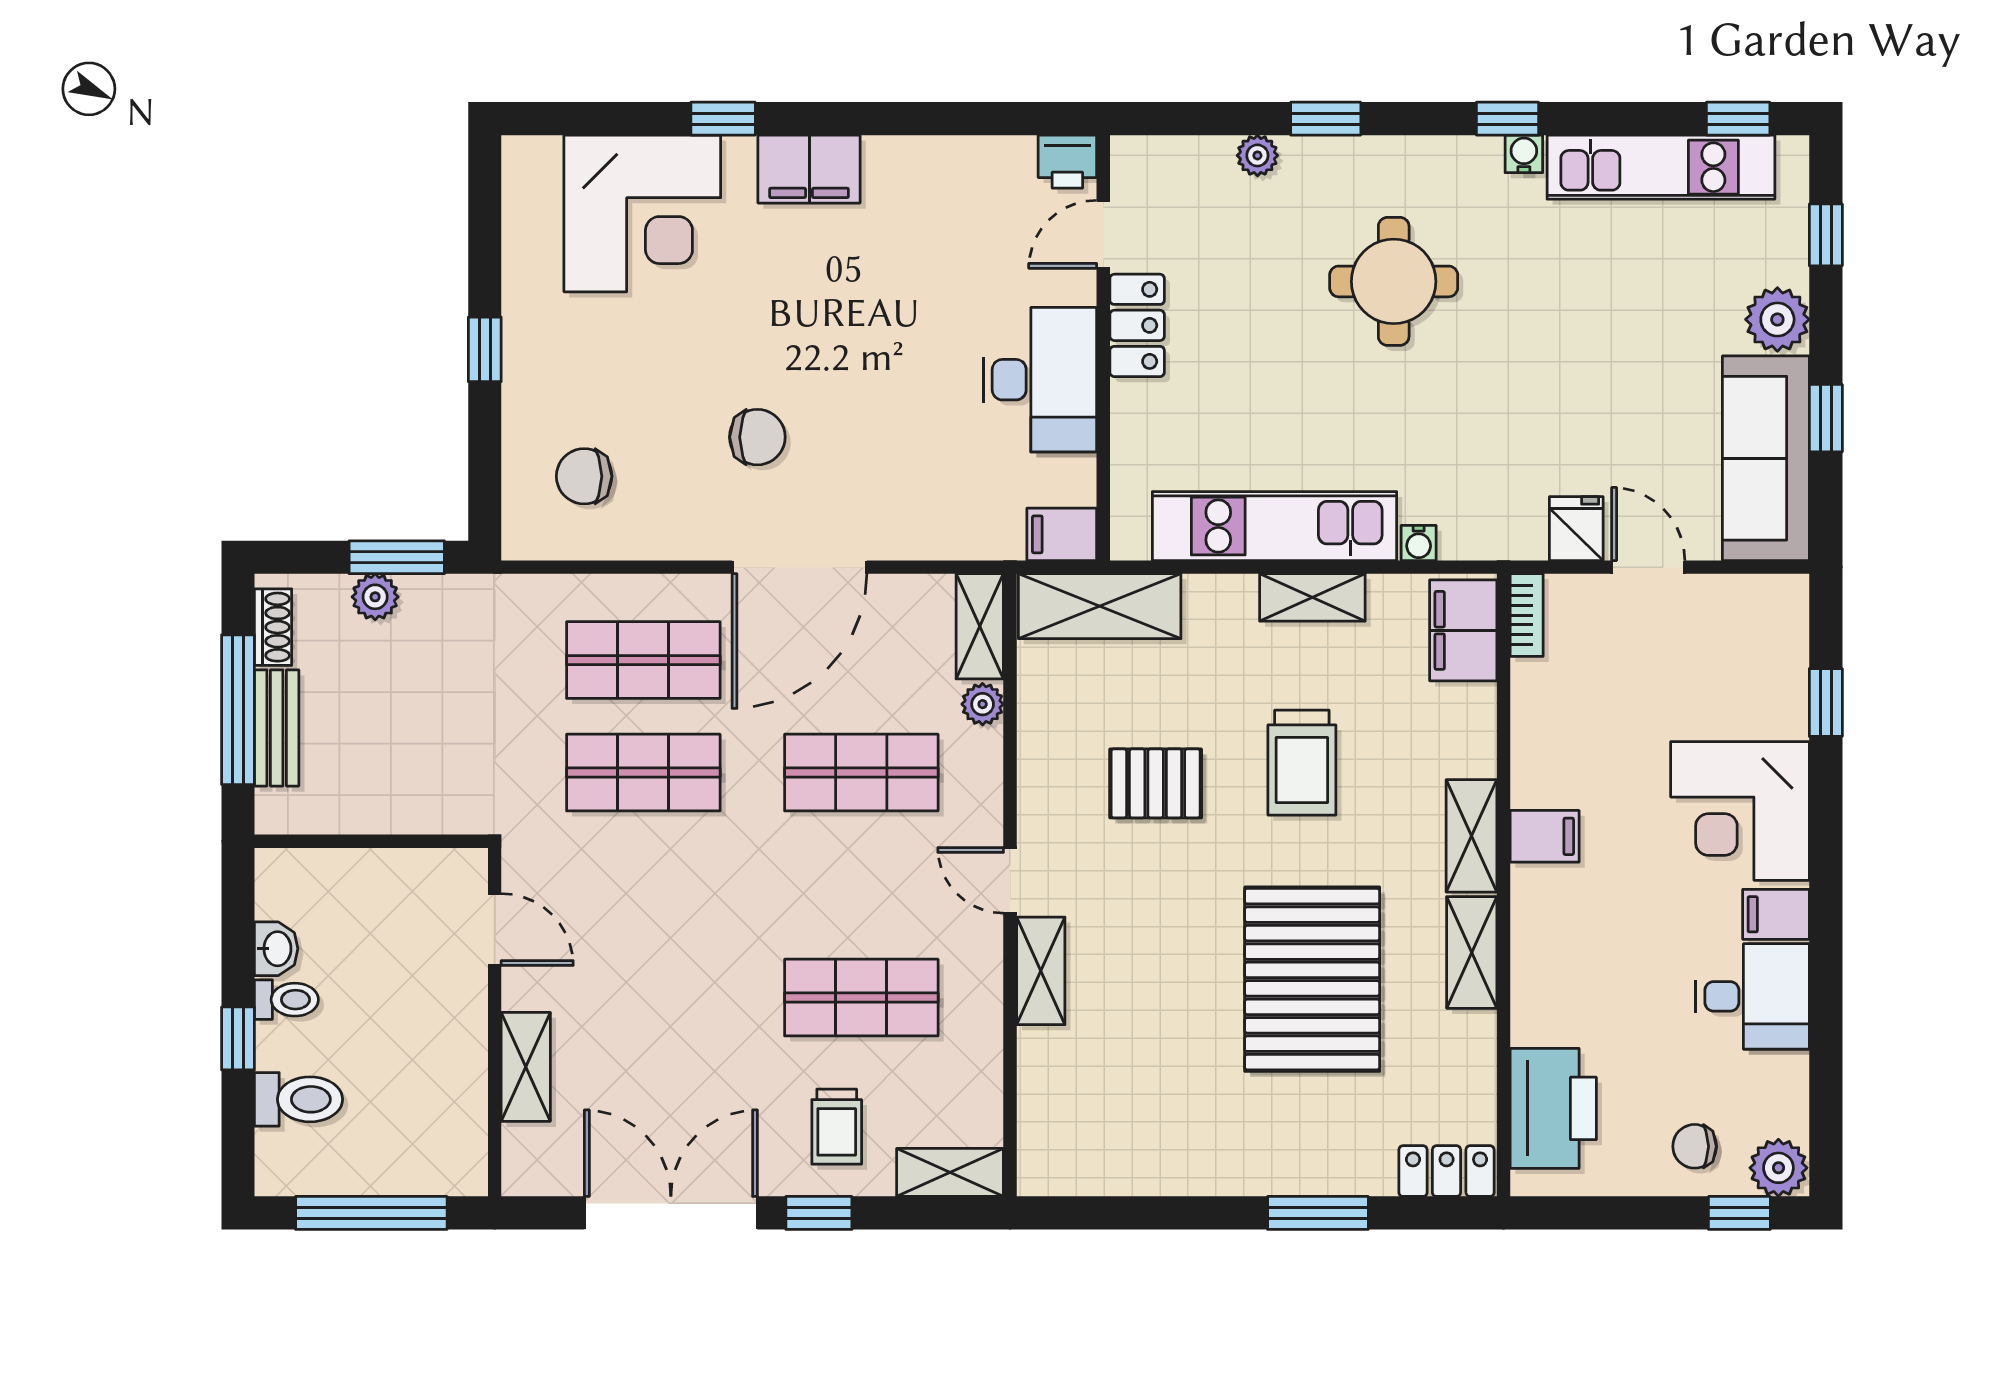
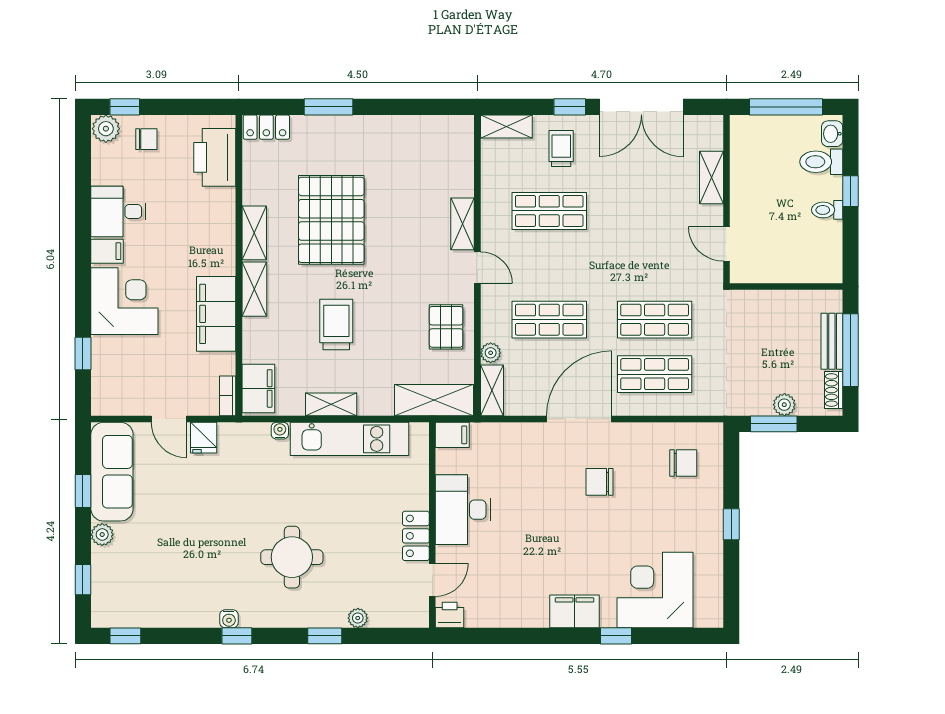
kitchen unit: (1661, 167) -> (163, 612), removed
plant: (1777, 319) -> (102, 535), width x0.73, depth x0.73
pallet: (1156, 783) -> (446, 327), moved, turned 90
filing cabinet: (1545, 836) -> (216, 314), width x3.00, depth x1.17
washbasin: (276, 949) -> (832, 134), moved

